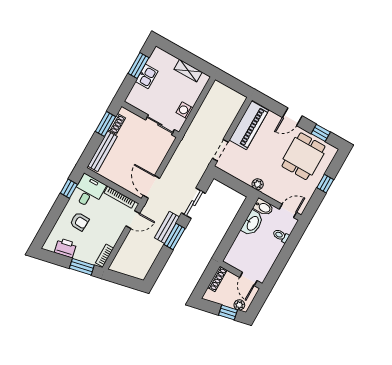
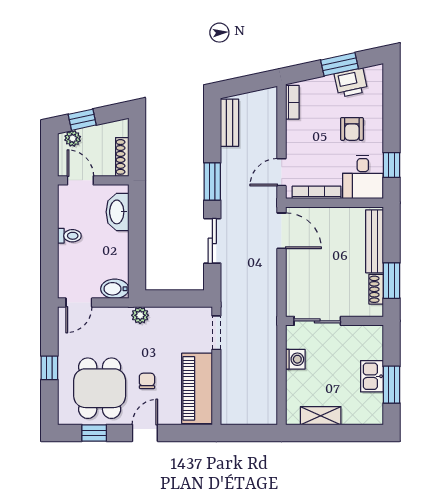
chair: (275, 145) -> (147, 381), added
armchair: (80, 222) -> (352, 129), turned -92
washbasin: (252, 223) -> (117, 212), moved
bench: (167, 227) -> (229, 123), moved
toilet: (281, 236) -> (69, 236), moved
window: (82, 267) -> (339, 64), moved

